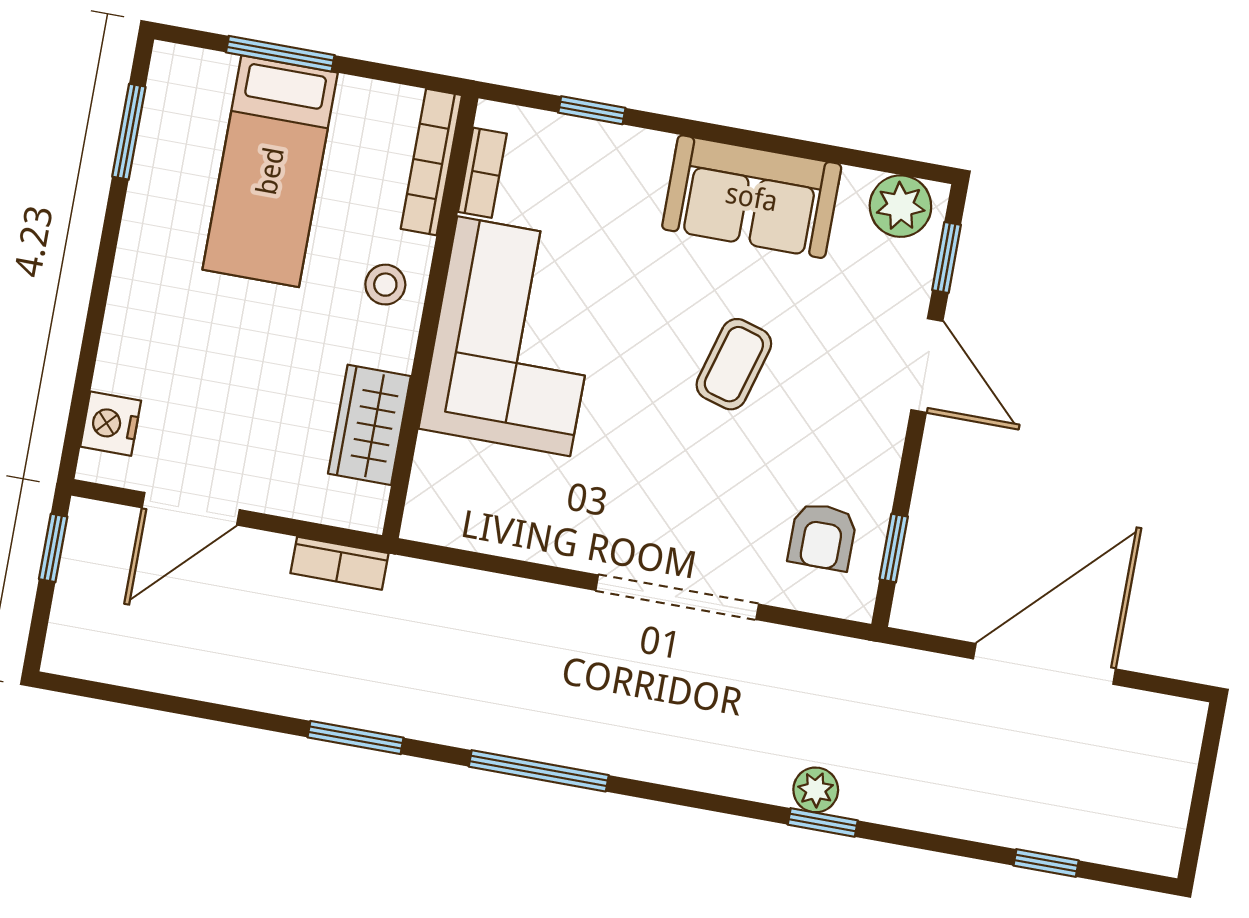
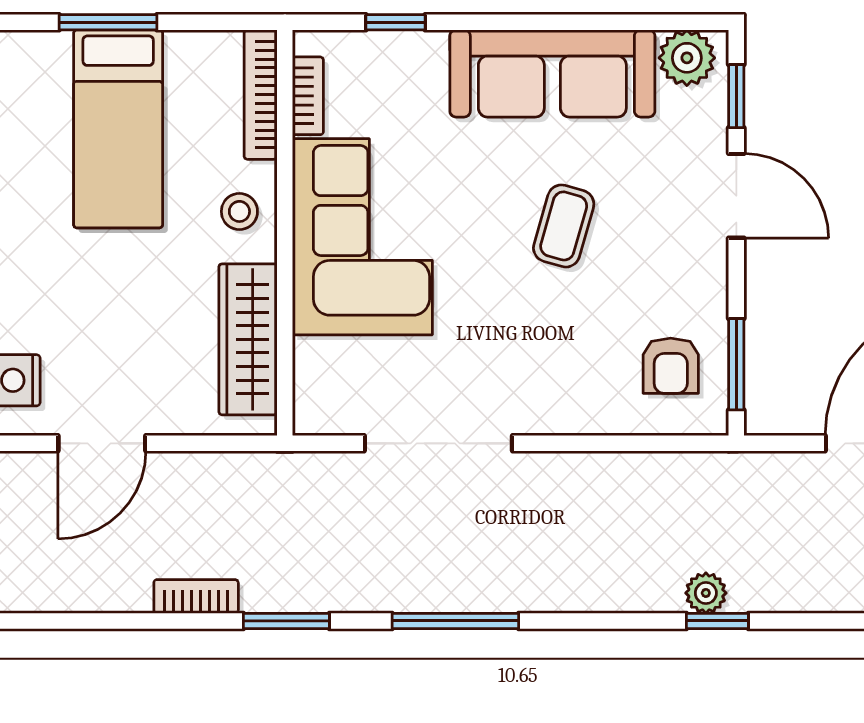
sofa: (752, 197) -> (552, 73), width x1.36
wardrobe: (369, 425) -> (248, 339), width x1.50
window: (894, 548) -> (736, 364), width x1.50
bookcase: (339, 563) -> (196, 596), moved, turned 180
doorway: (677, 597) -> (438, 443), moved

